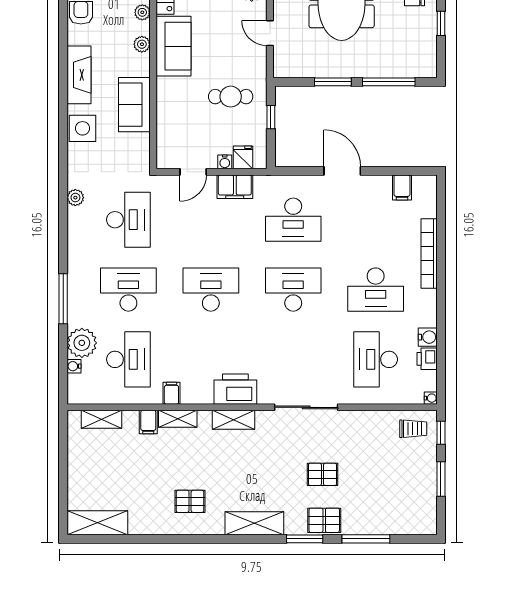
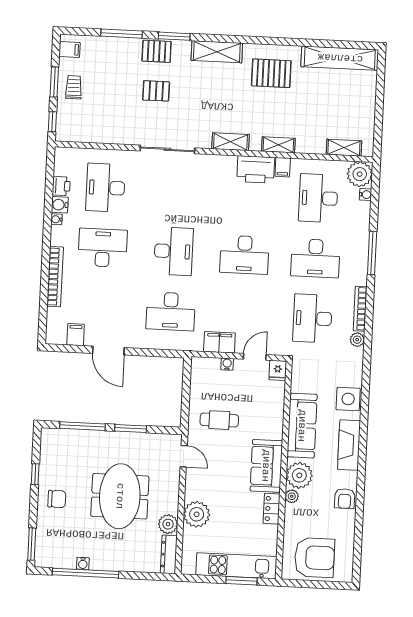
door: (270, 33) -> (184, 456), moved
plant: (142, 44) -> (299, 475), width x1.88, depth x1.88
sofa: (134, 105) -> (302, 426), width x1.36
window: (271, 117) -> (186, 401), removed
fridge: (243, 157) -> (278, 370), moved
door: (342, 171) -> (108, 351), moved
desk: (293, 220) -> (171, 311), turned 180
bookcase: (74, 234) -> (360, 309), added
desk: (293, 290) -> (174, 251), turned -90
plant: (82, 343) -> (360, 174), moved
desk: (376, 359) -> (106, 188), turned 180
printer: (235, 389) -> (256, 169), moved
water cooler: (431, 398) -> (56, 219), moved
filing cabinet: (148, 422) -> (70, 50), moved, turned 90
trolley: (413, 429) -> (74, 87), moved, turned 90
pallet: (190, 501) -> (271, 73), width x1.50, depth x1.42
shelving: (97, 523) -> (340, 58), width x1.47

